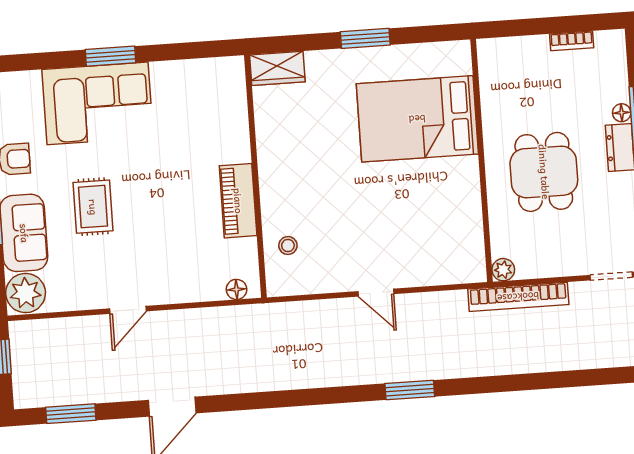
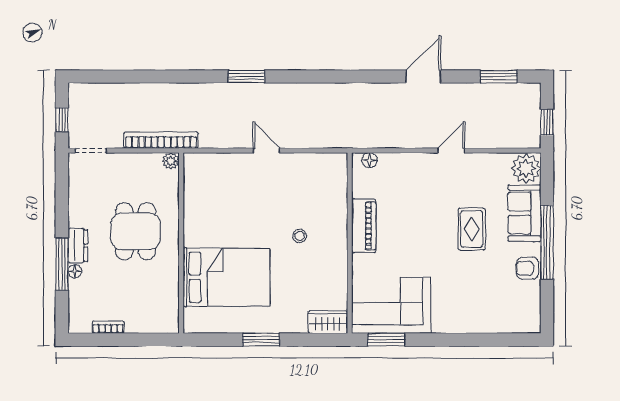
window: (111, 56) -> (386, 340), moved
corner sofa: (98, 103) -> (391, 305), moved
stool: (288, 246) -> (300, 236), moved

